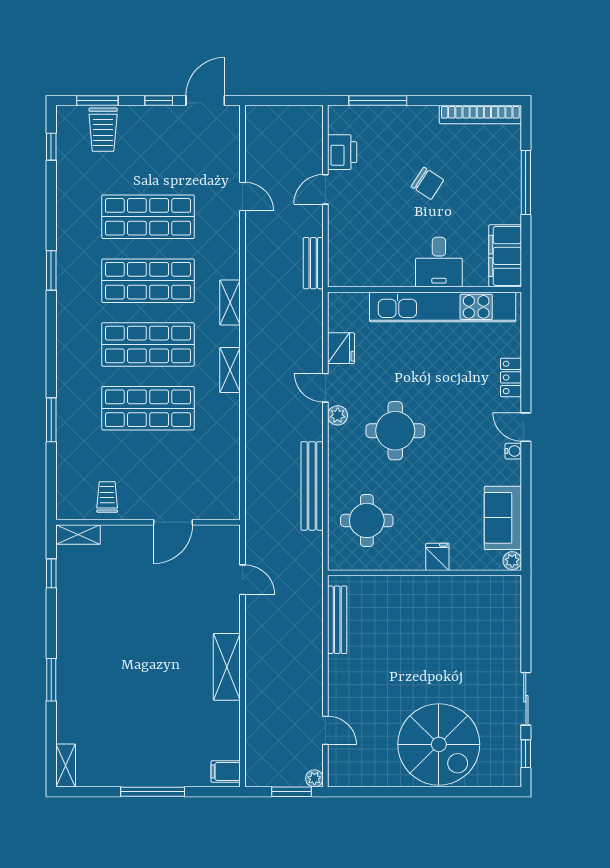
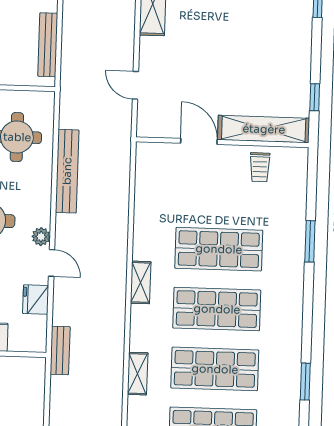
bench: (313, 263) -> (60, 350), moved
shelving: (230, 302) -> (138, 374), moved
door: (173, 522) -> (199, 141), hinge flipped
shelving: (78, 534) -> (264, 129), width x2.20, depth x1.33

